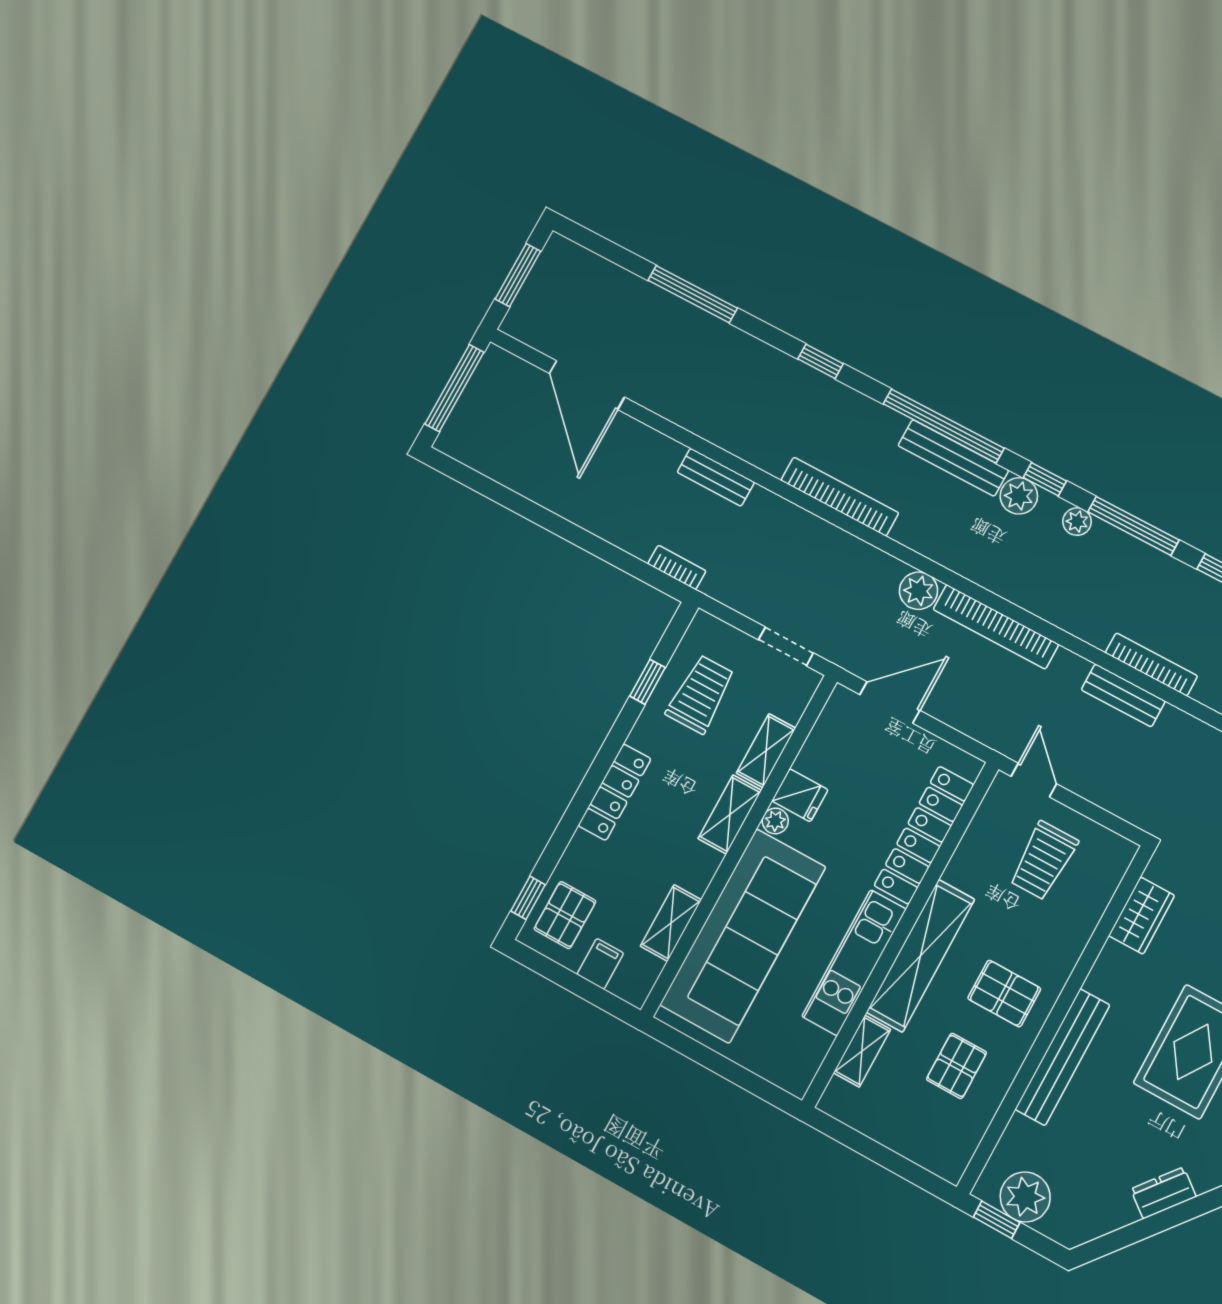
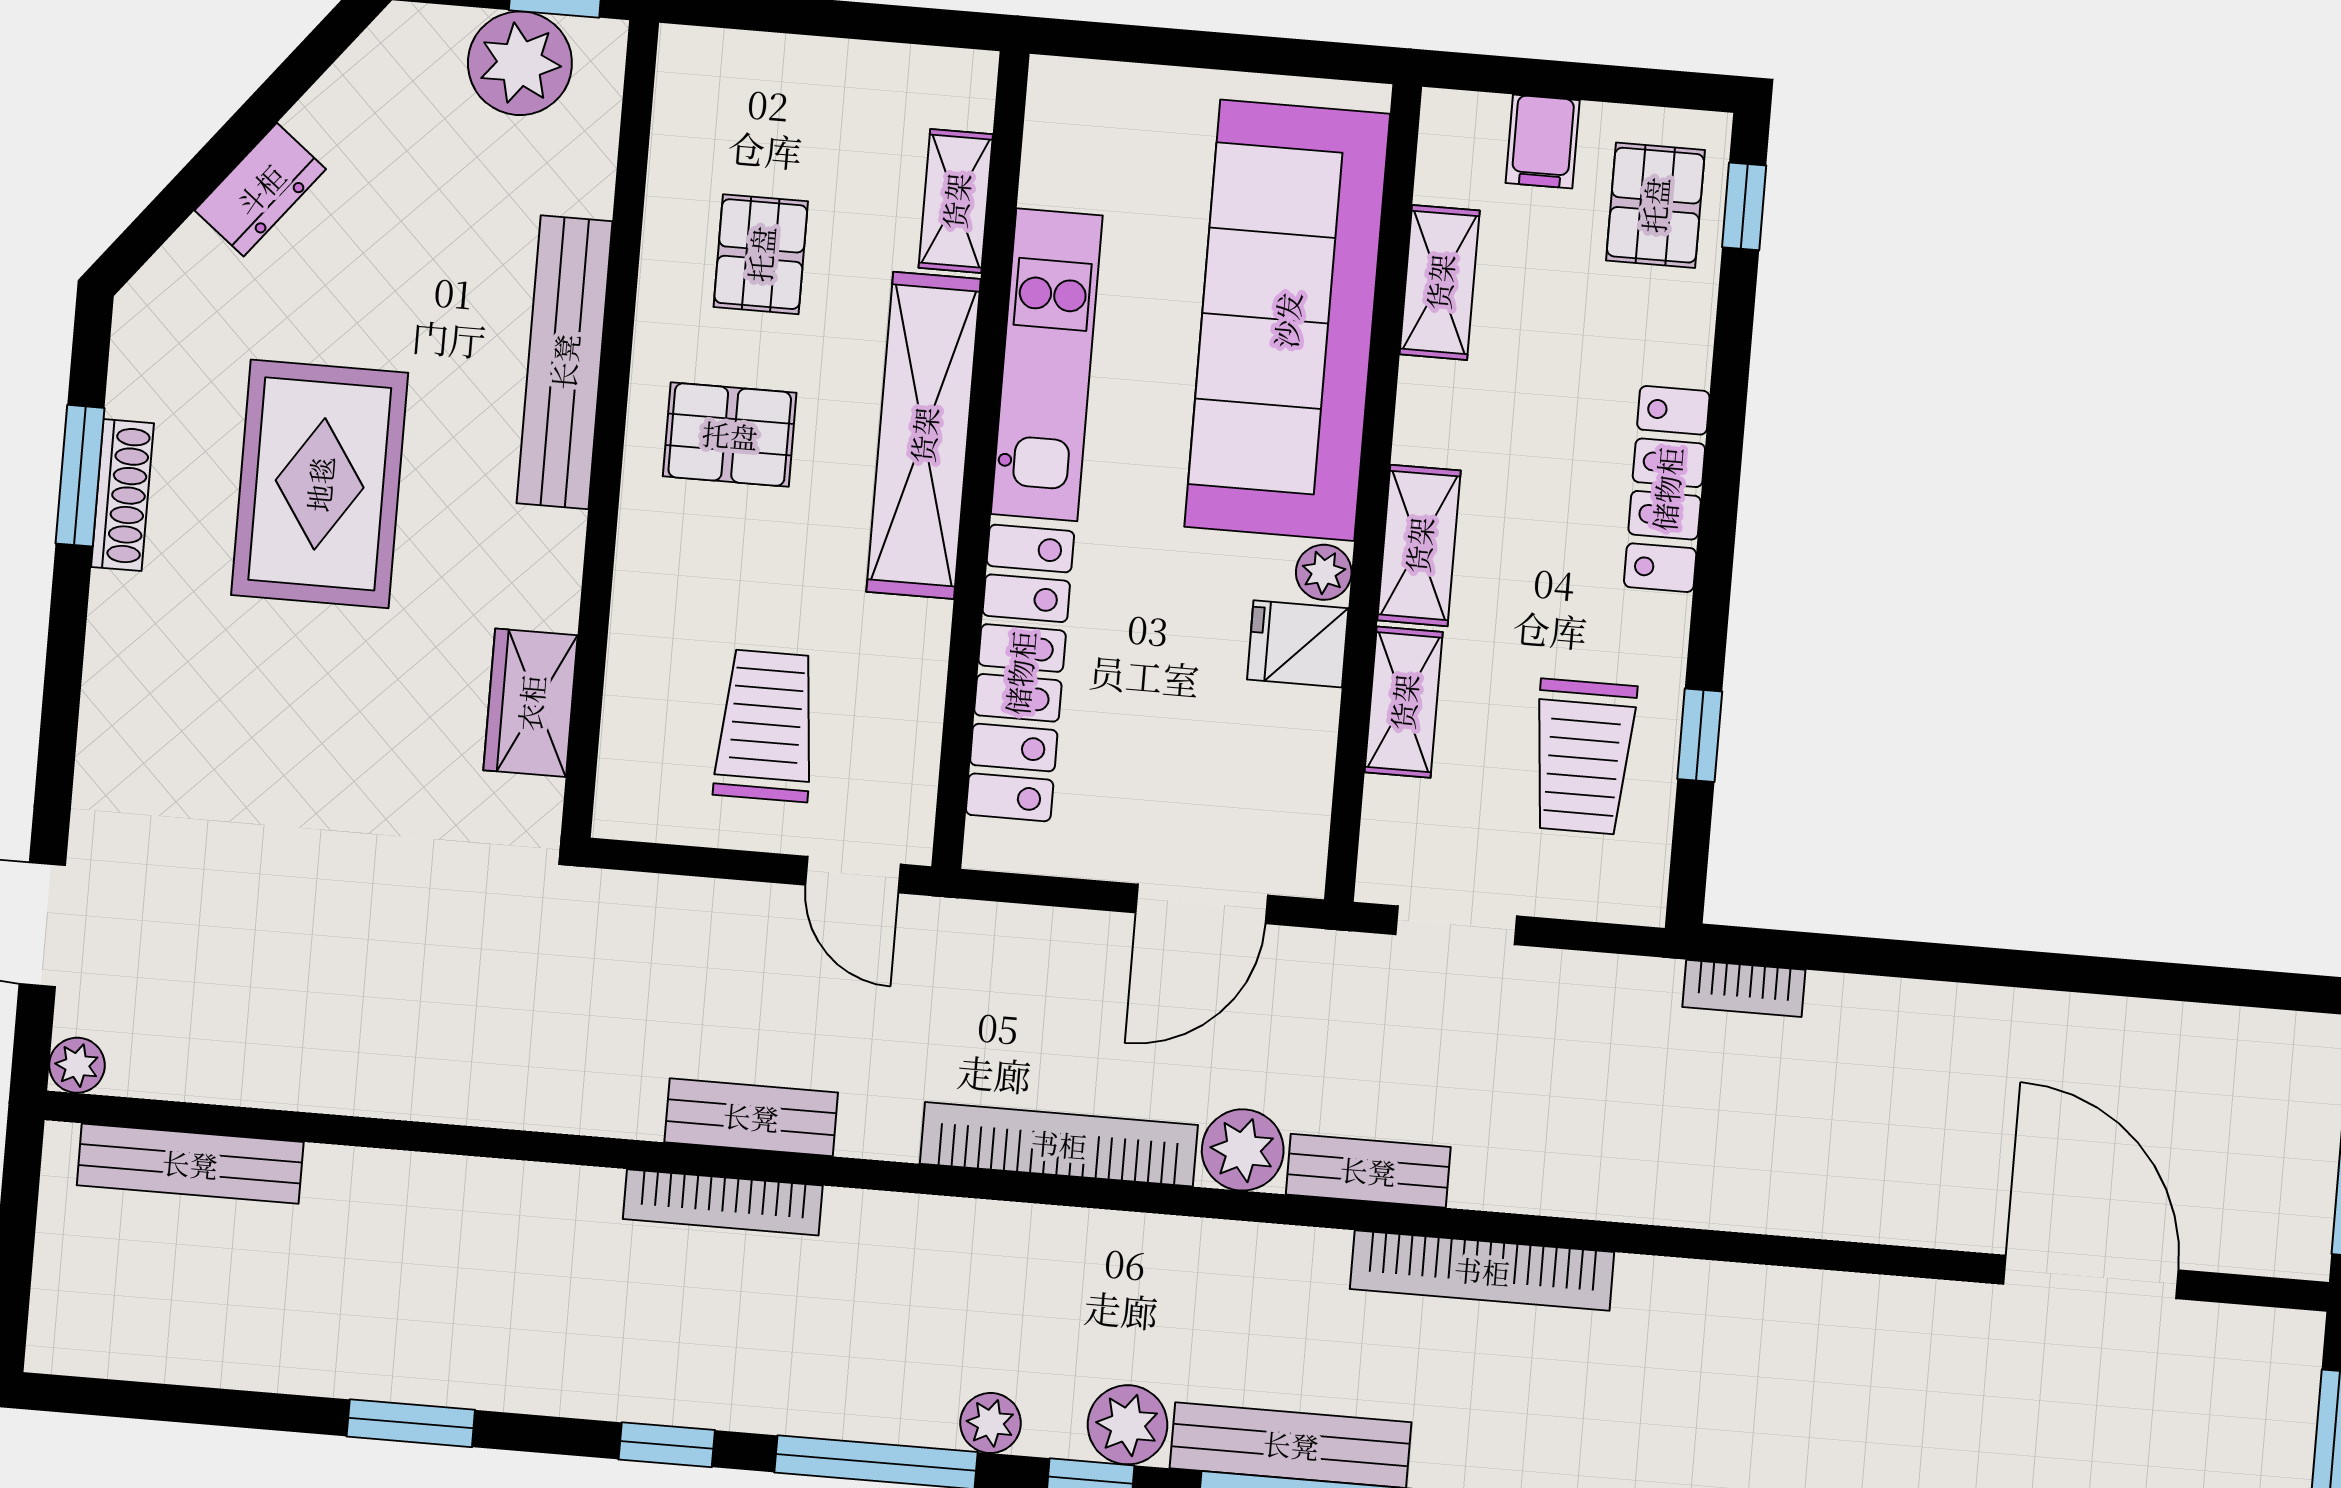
bench: (716, 477) -> (1368, 1171), moved

